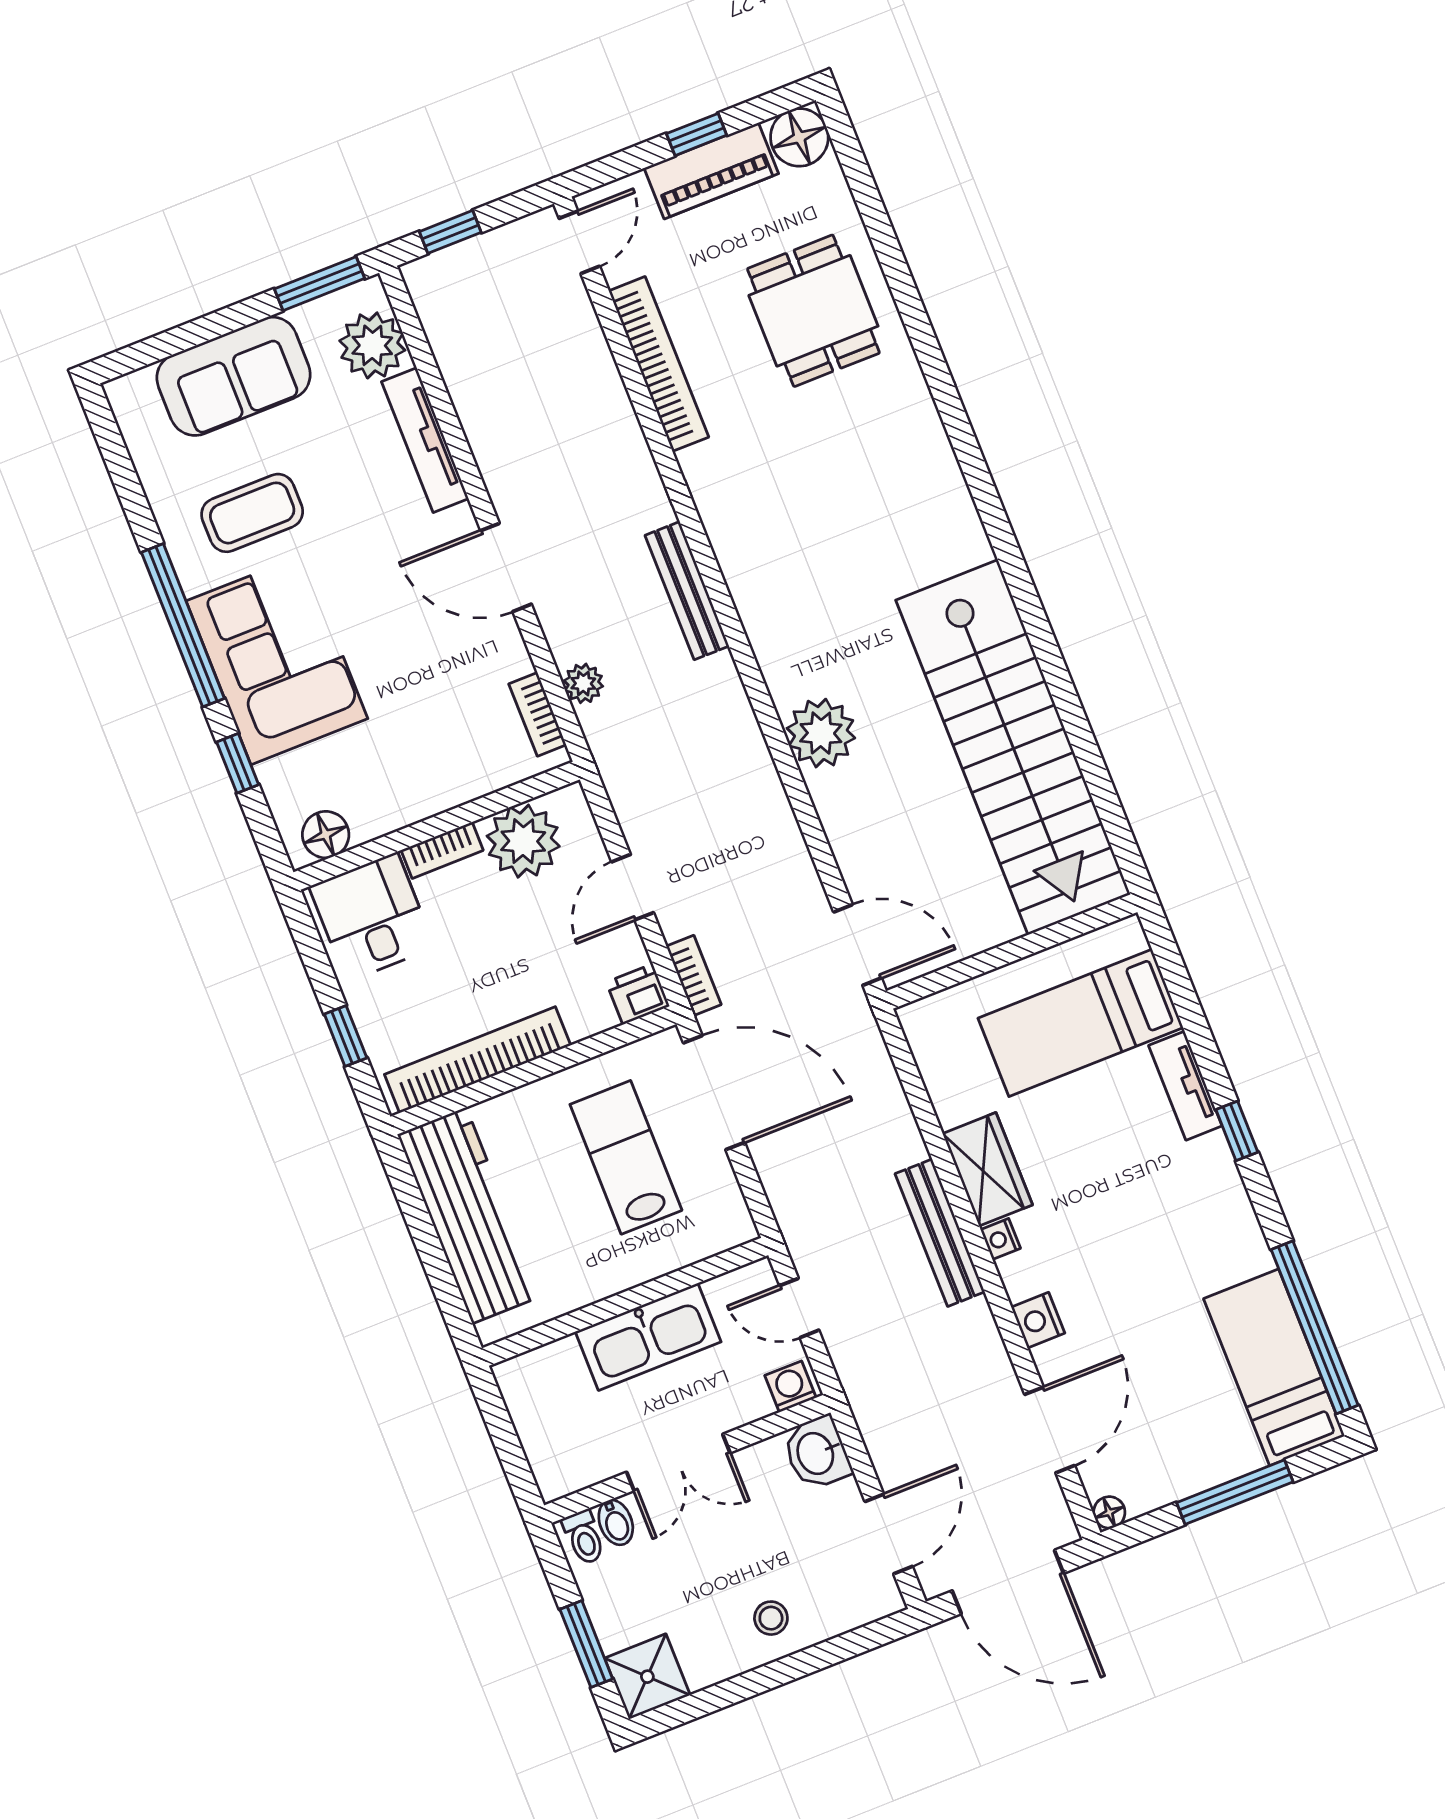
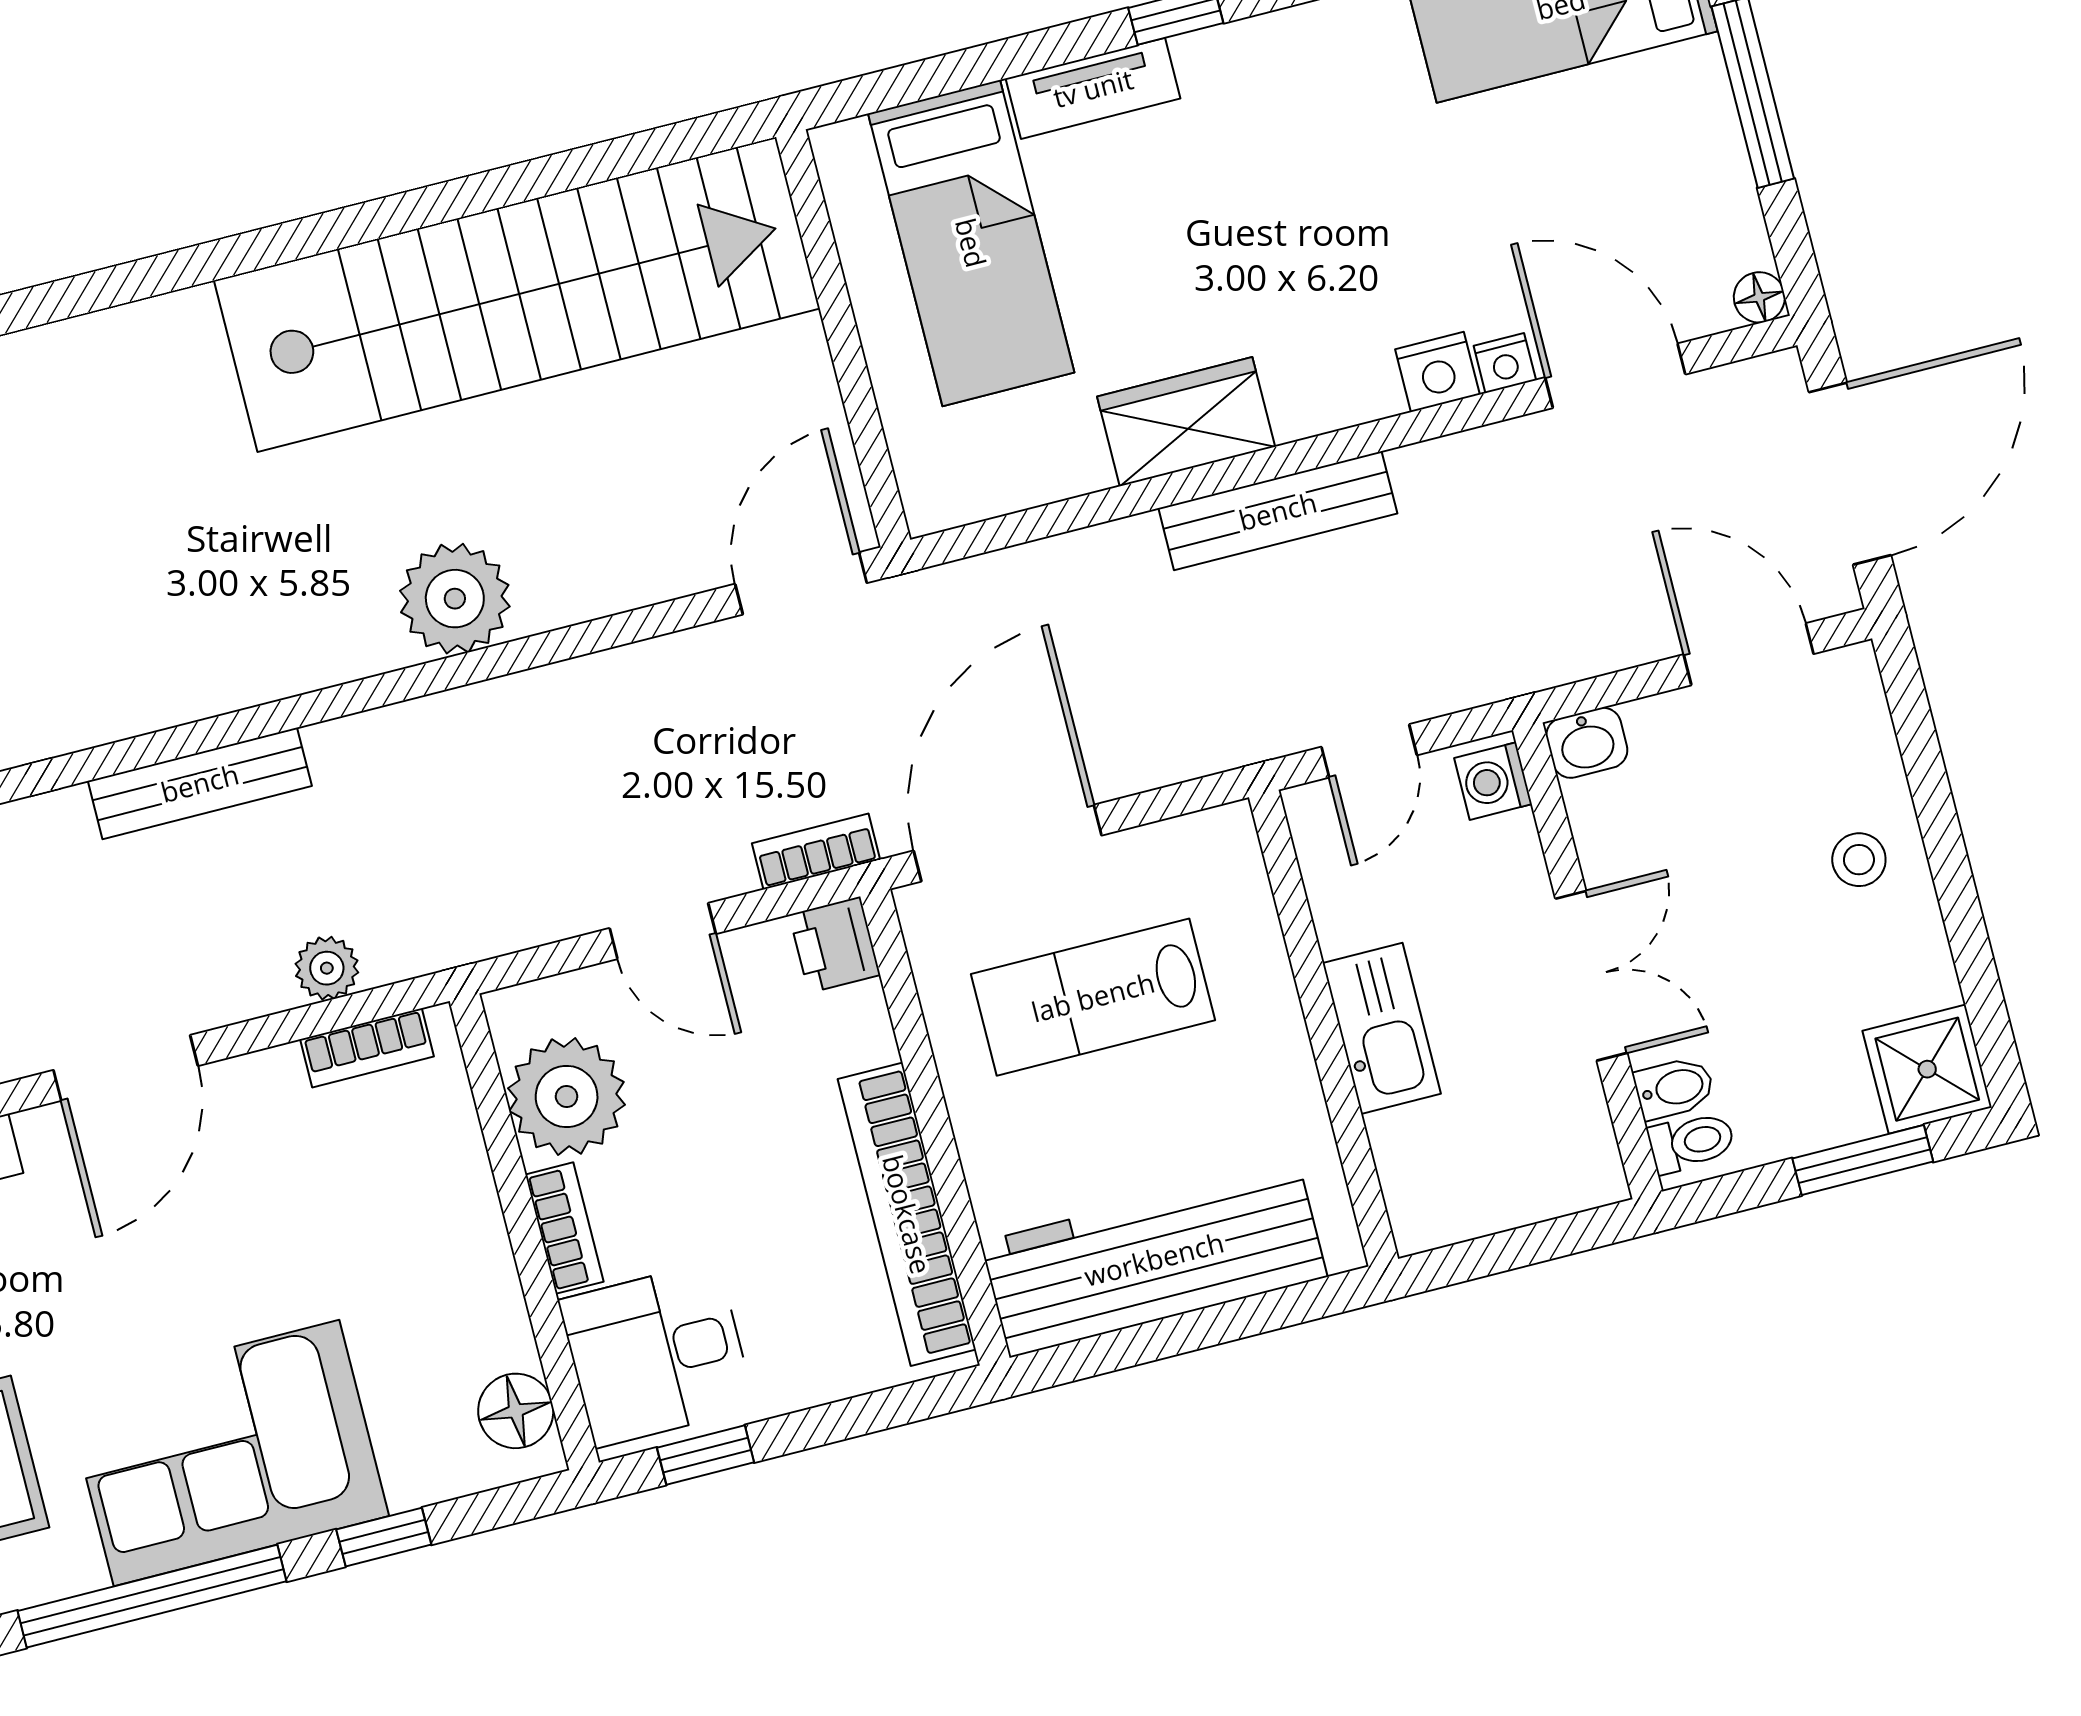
window: (346, 1036) -> (706, 1455), moved
nightstand: (1000, 1239) -> (1505, 363), moved
kitchen sink: (648, 1337) -> (1382, 1028), width x0.73, depth x0.81
washbasin: (817, 1453) -> (1587, 743), width x0.72, depth x0.69

